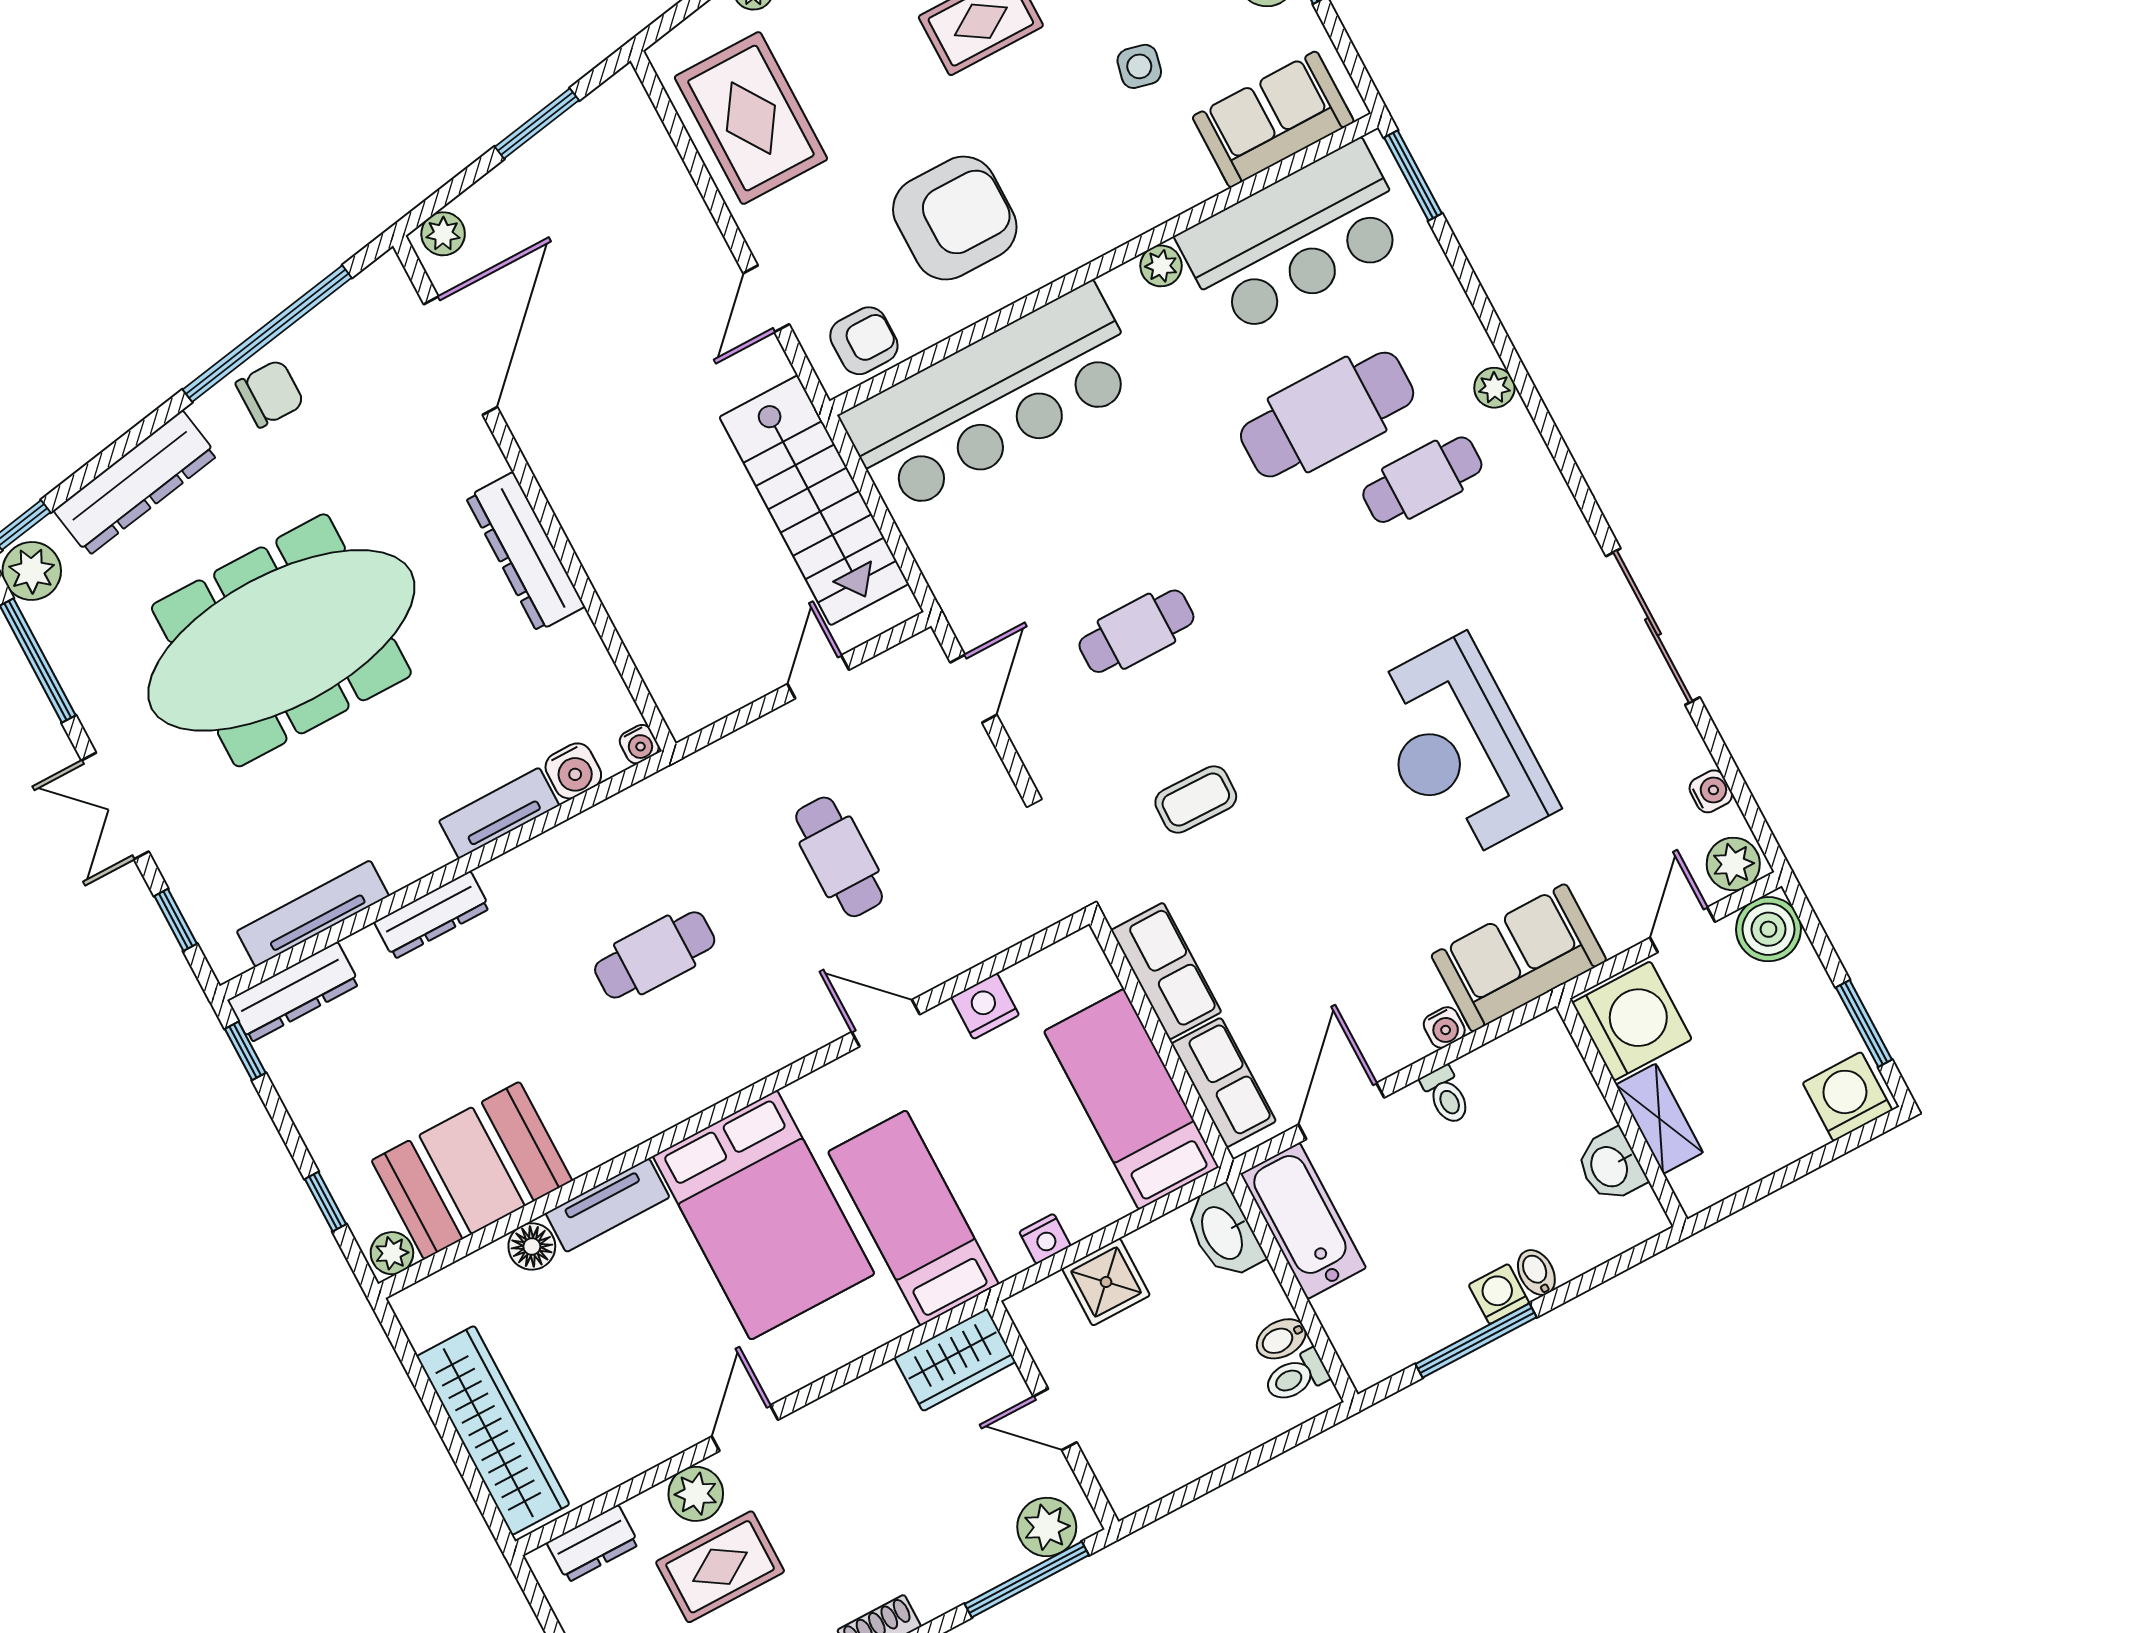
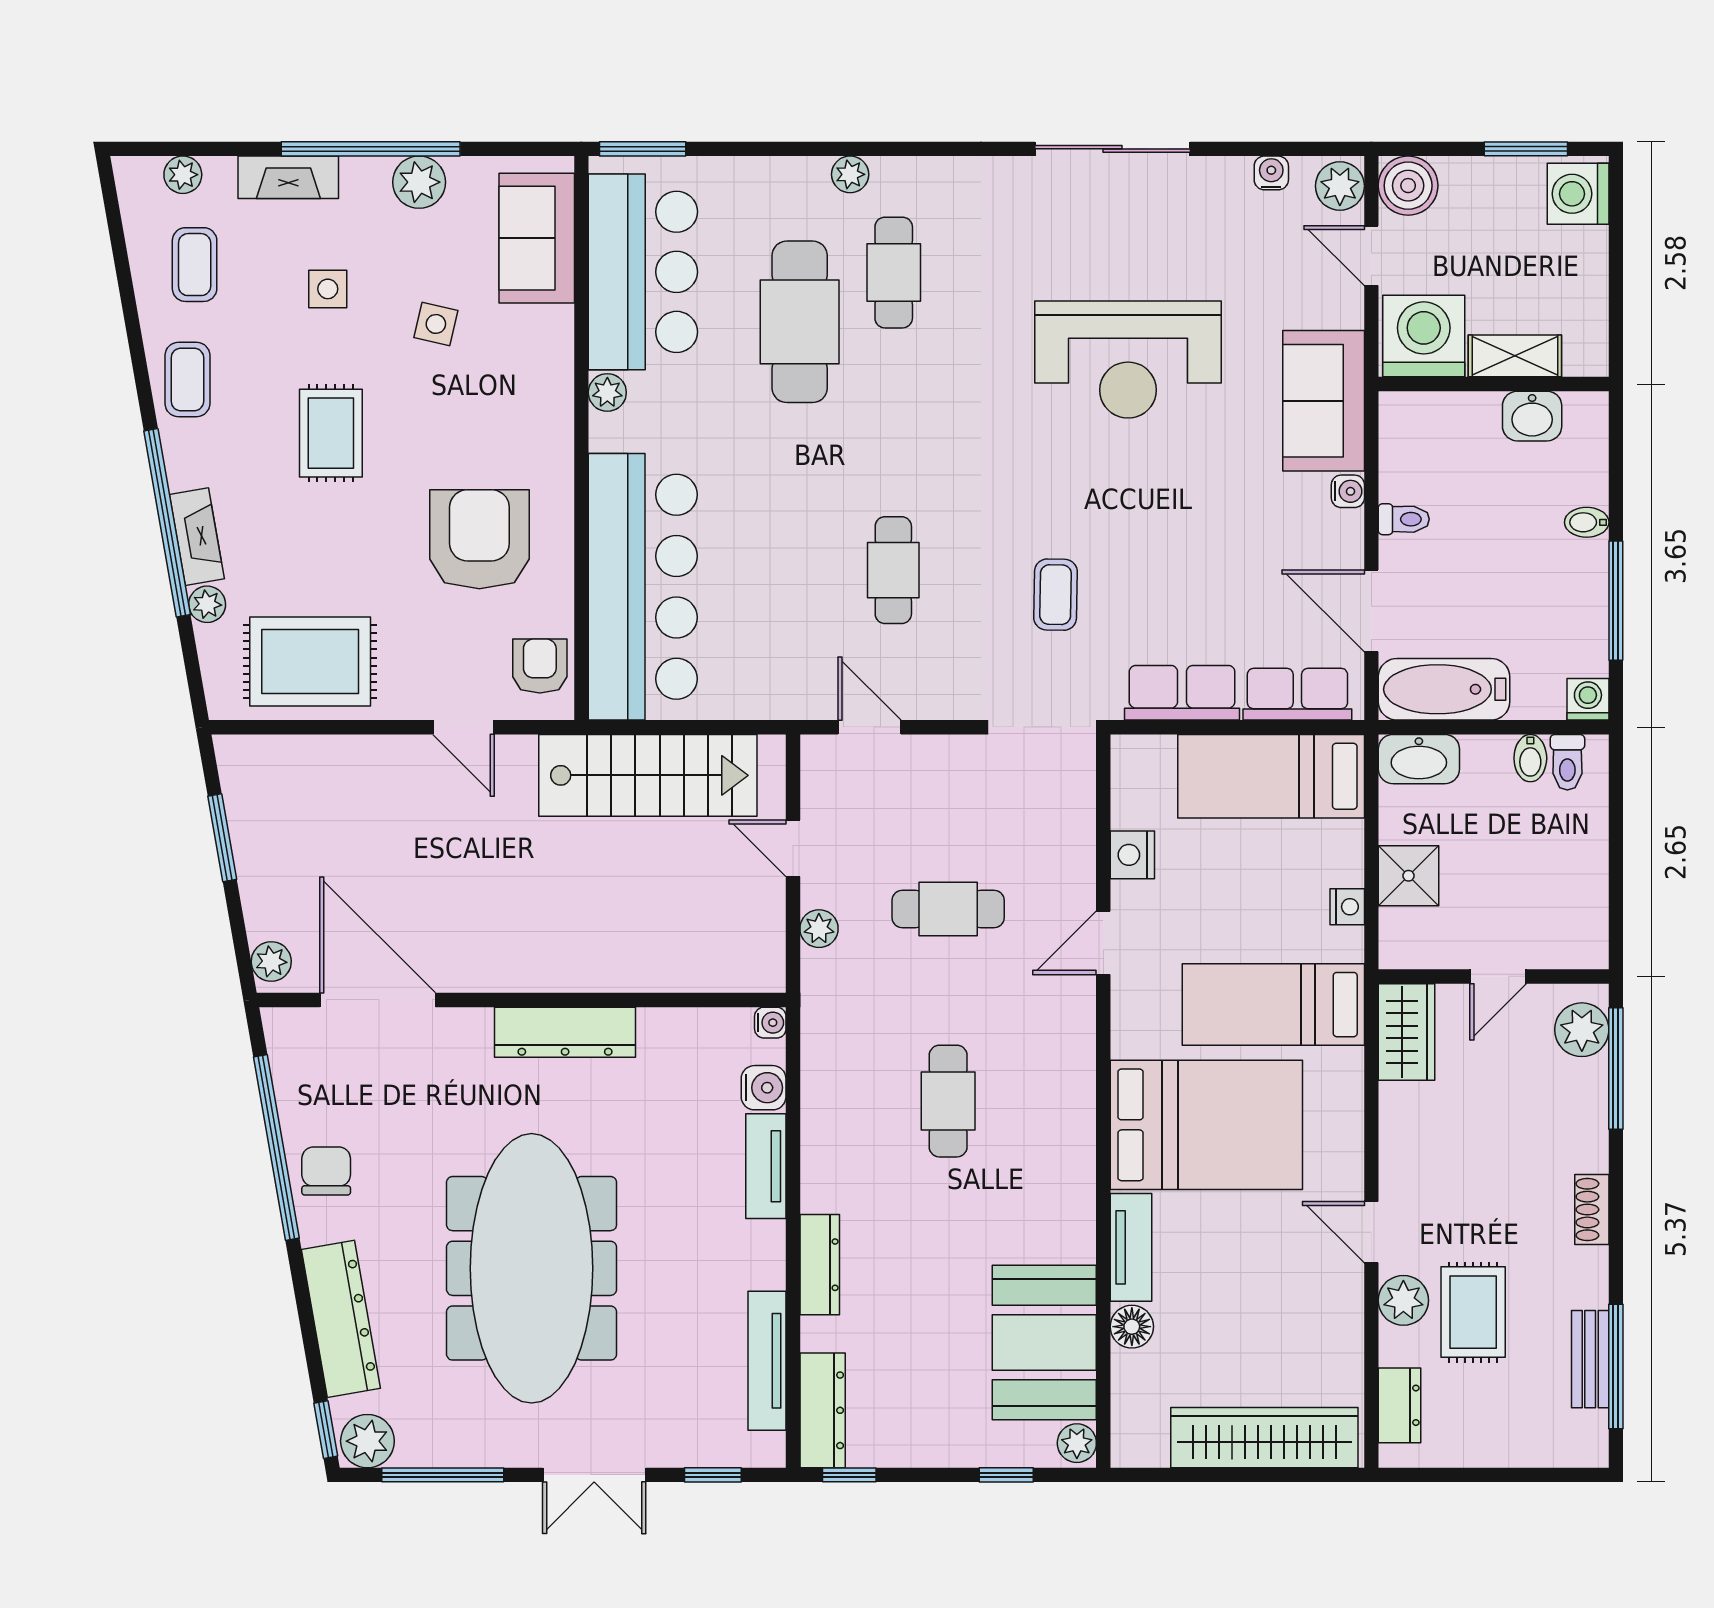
plant: (754, 743) -> (819, 929), added
washing machine: (1499, 1294) -> (1588, 699), moved, turned 90

